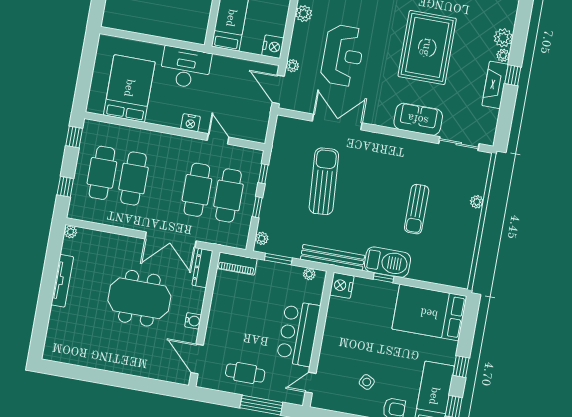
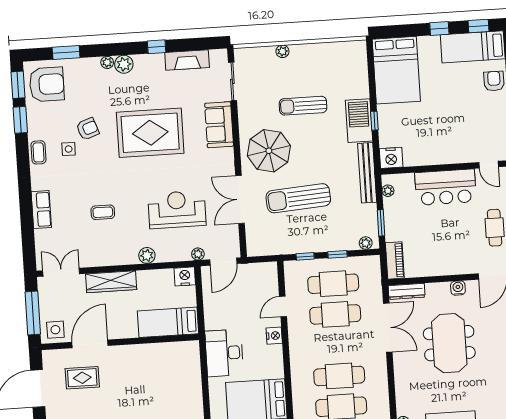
plant: (503, 55) -> (107, 62), moved
fireplace: (495, 85) -> (187, 60), moved
parasol: (379, 163) -> (269, 151), added
sun lounger: (417, 209) -> (303, 106), turned 180
side table: (367, 382) -> (475, 113), removed

